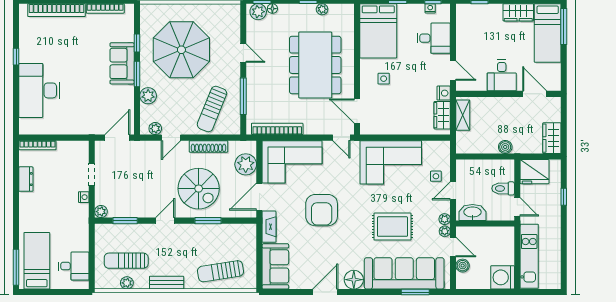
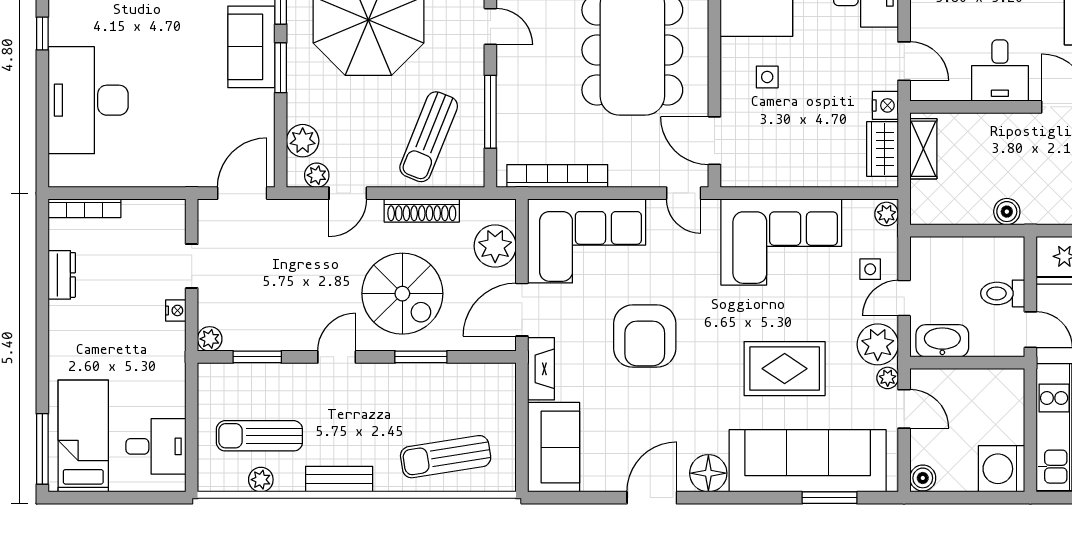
plant: (148, 96) -> (303, 141), moved
plant: (444, 148) -> (887, 214), added
plant: (445, 219) -> (878, 344), width x1.87, depth x1.87
boiler: (463, 266) -> (923, 478), moved

